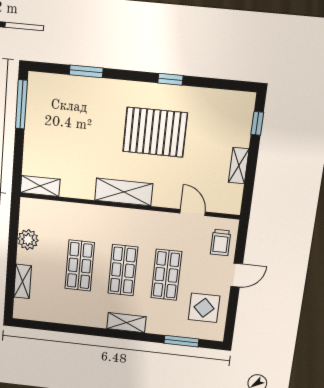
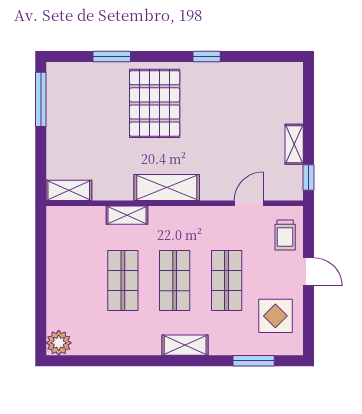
window: (257, 123) -> (309, 178), moved
pallet: (155, 132) -> (155, 103), moved, turned 90
door: (193, 213) -> (249, 203), hinge flipped
plant: (28, 240) -> (59, 343), moved
door: (237, 275) -> (309, 272), hinge flipped
shelving: (23, 281) -> (127, 215), moved, turned 90

